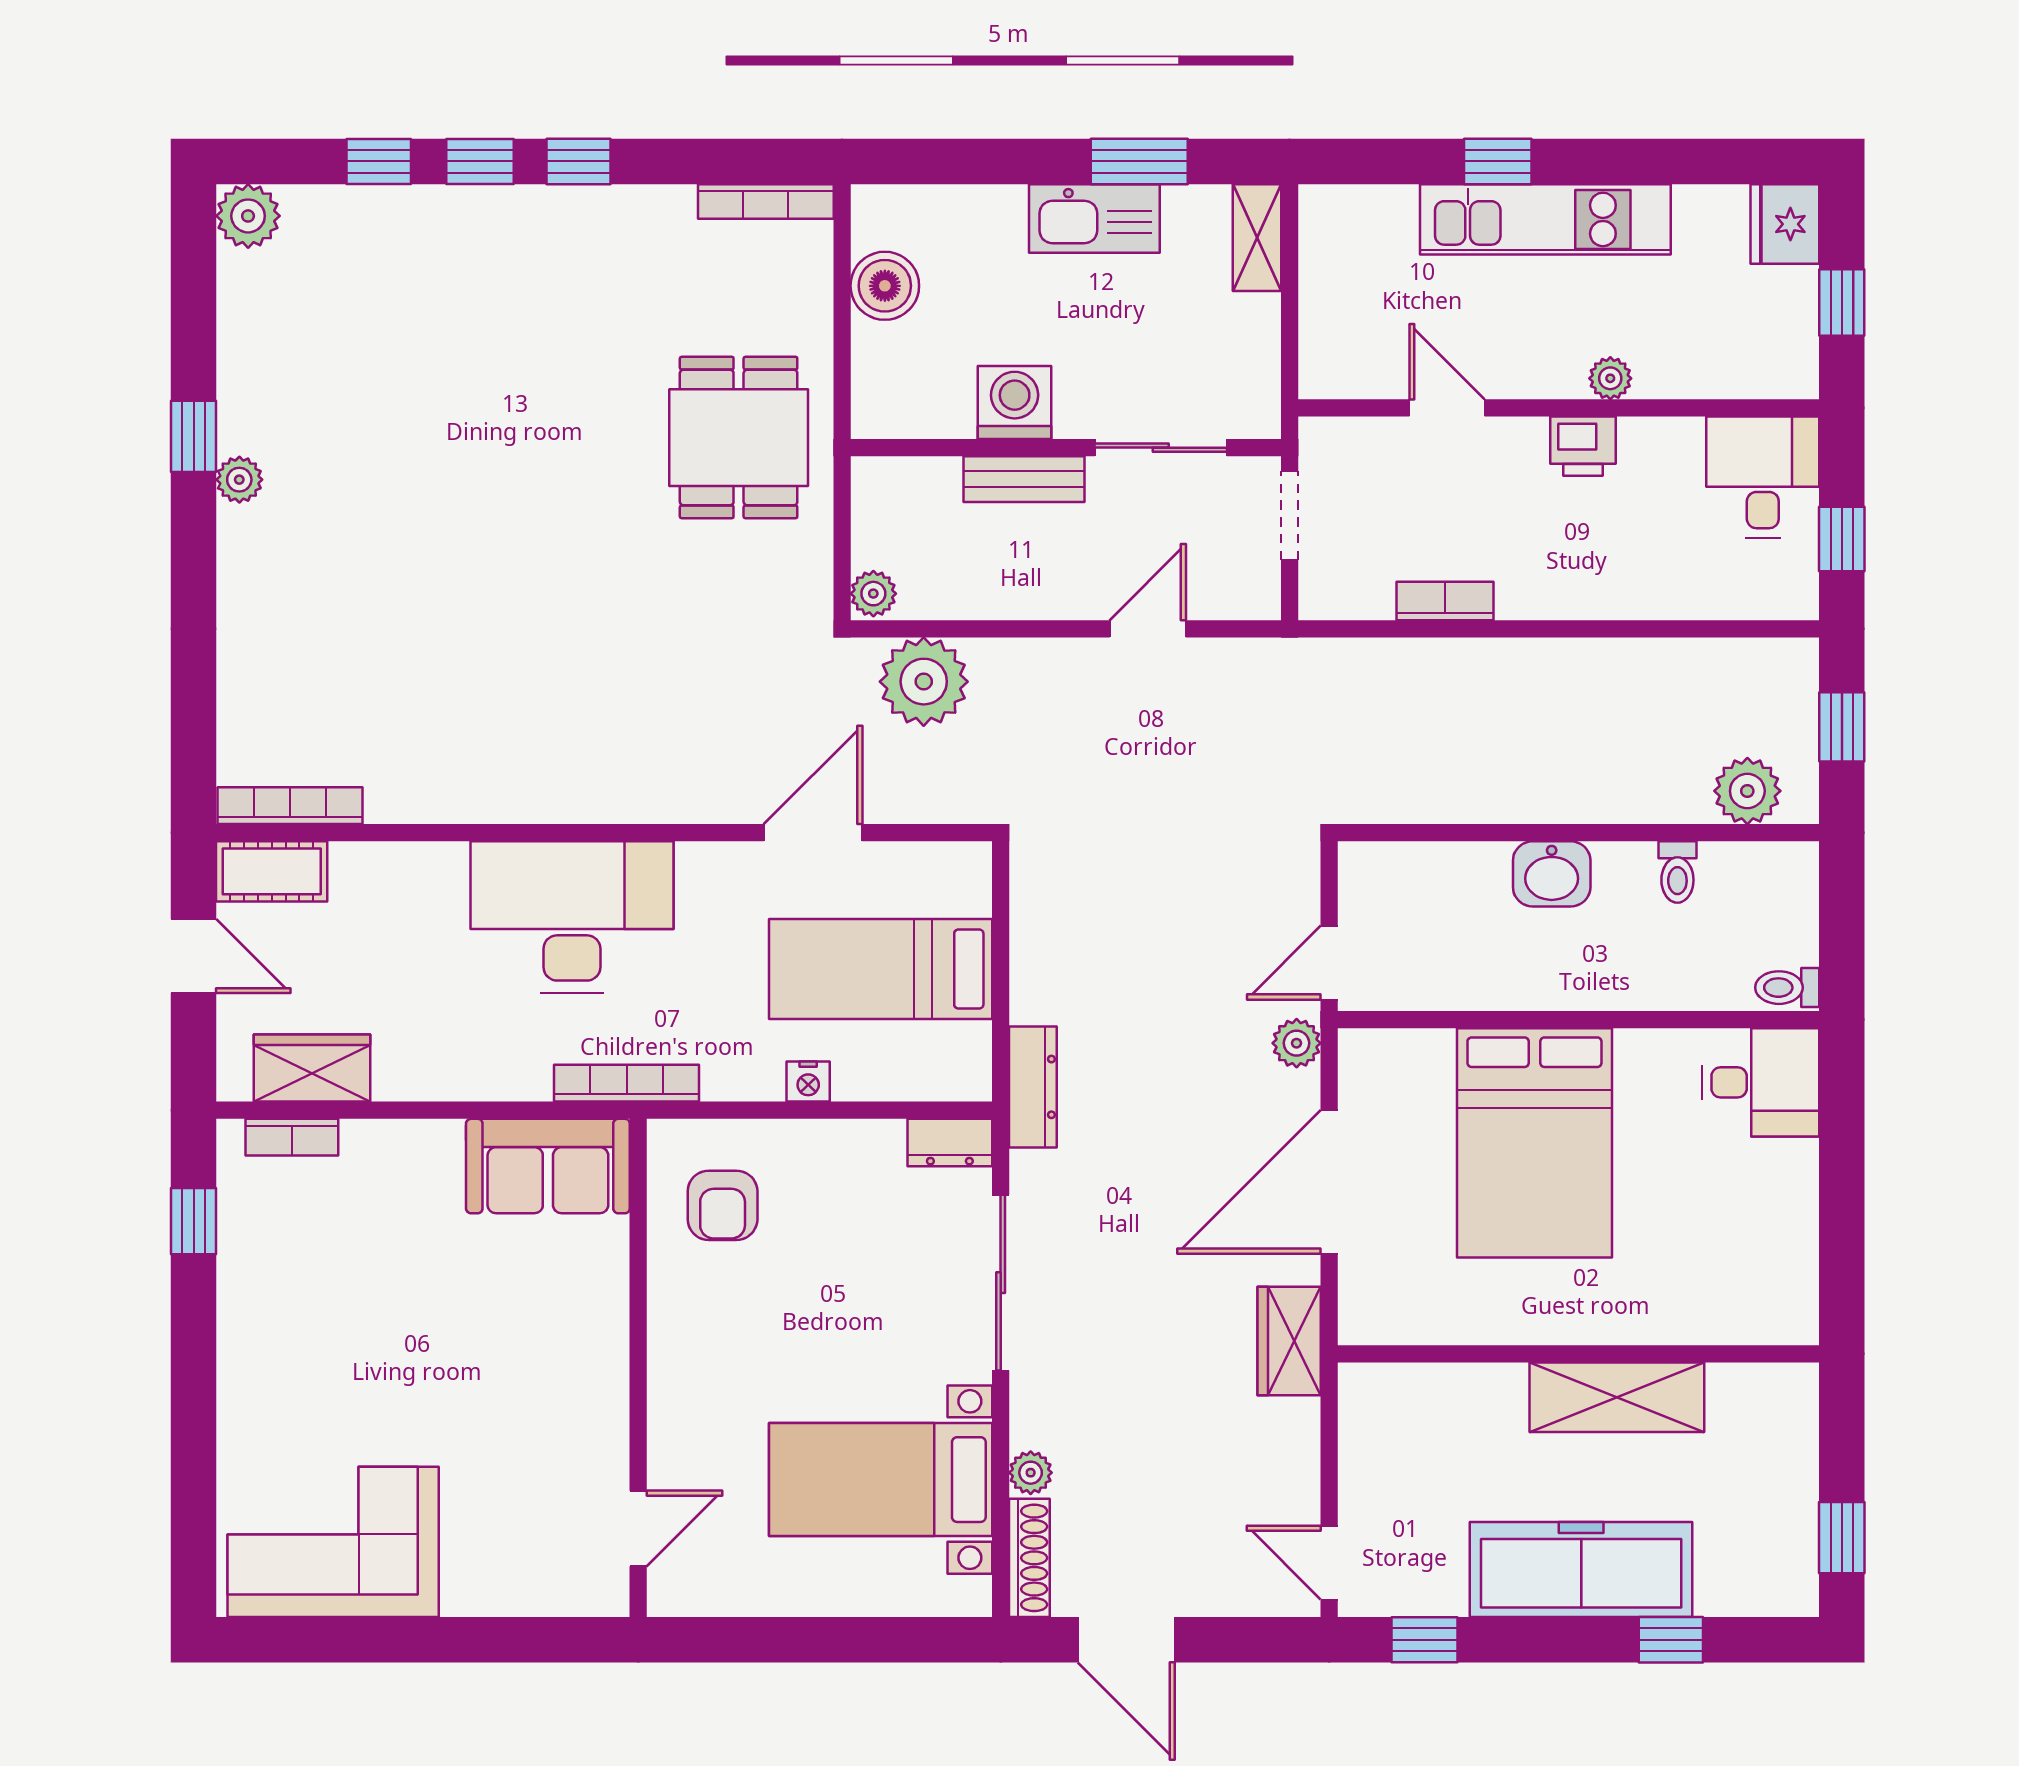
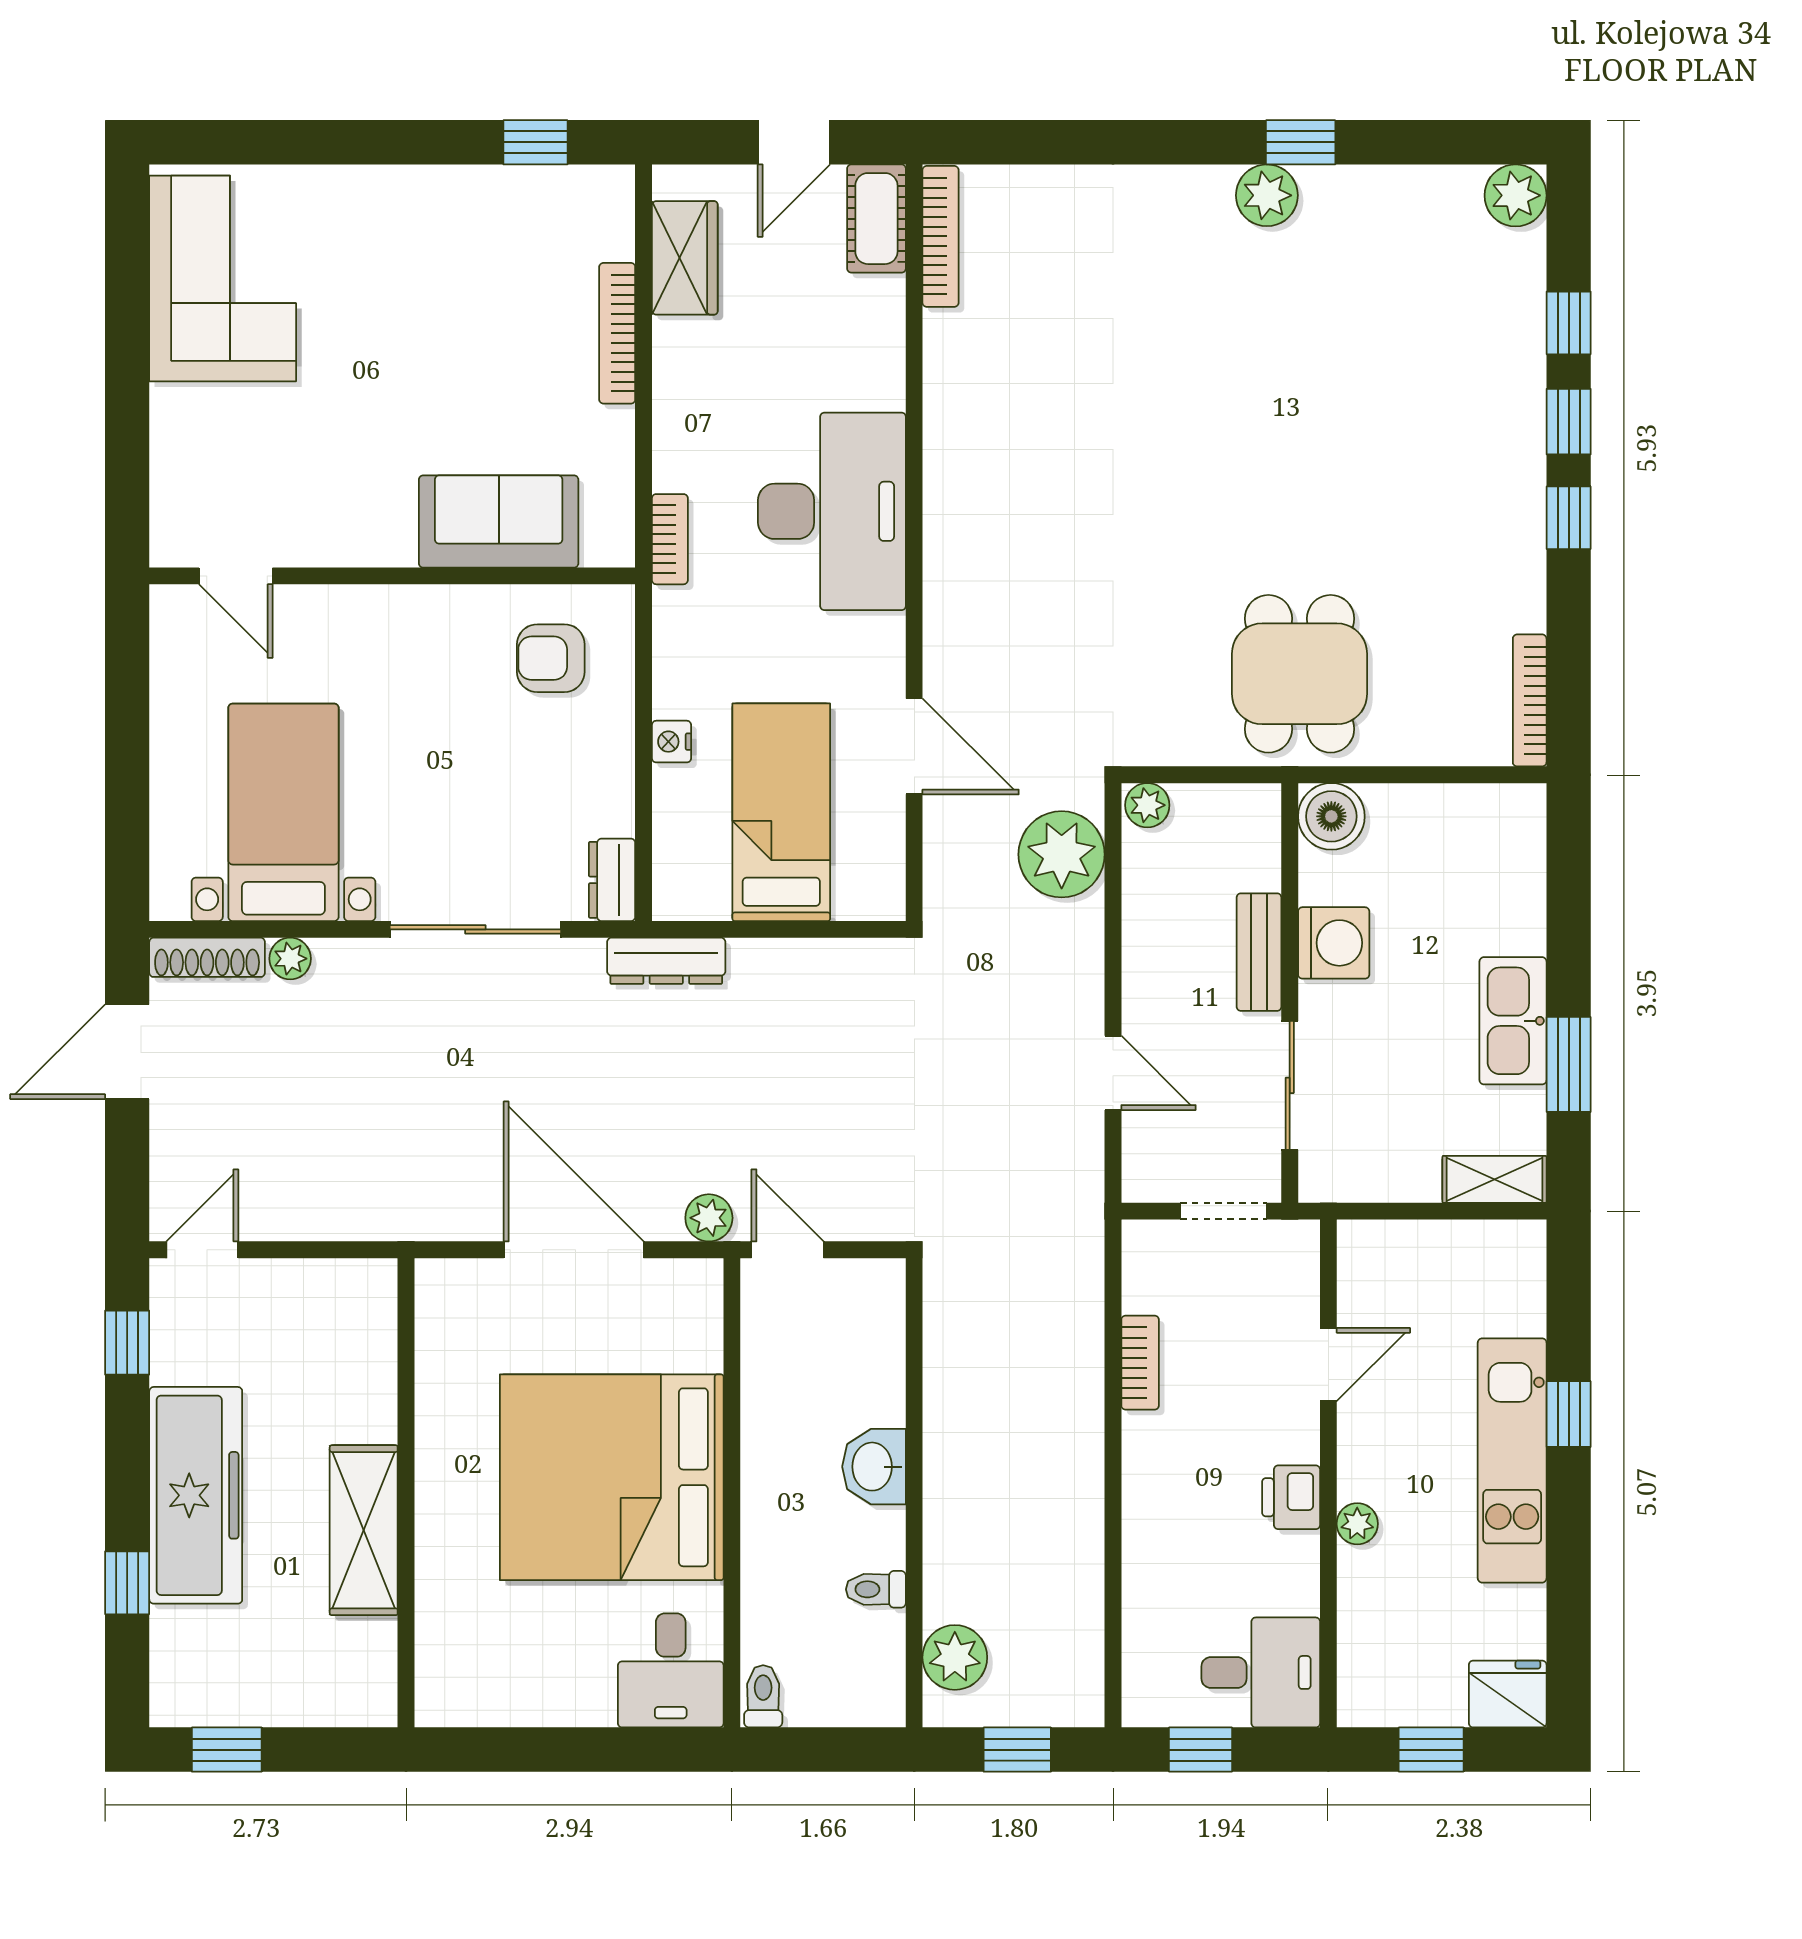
boiler: (885, 286) -> (1331, 816), moved
dining table: (739, 438) -> (1299, 674), turned 90
plant: (239, 480) -> (1267, 195), width x1.38, depth x1.38
bookcase: (627, 1083) -> (670, 539), width x0.64
bookcase: (292, 1137) -> (617, 333), moved, width x1.56
bed: (1534, 1143) -> (612, 1477), width x1.36
sofa: (548, 1166) -> (499, 522), moved, turned 90
wardrobe: (1289, 1341) -> (419, 1211), removed

